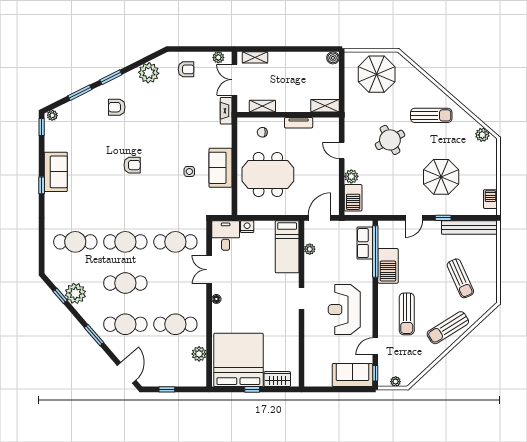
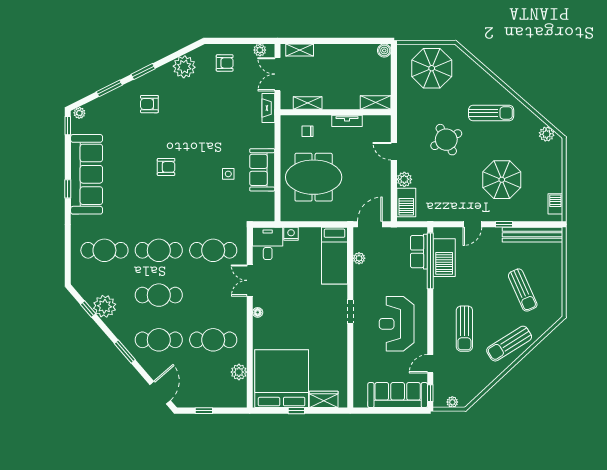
sofa: (56, 172) -> (87, 174), width x1.85, depth x1.27
barbecue: (388, 266) -> (444, 258), moved
sofa: (352, 375) -> (398, 395), width x1.36

